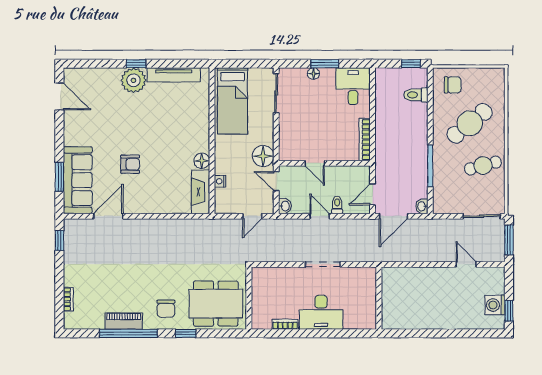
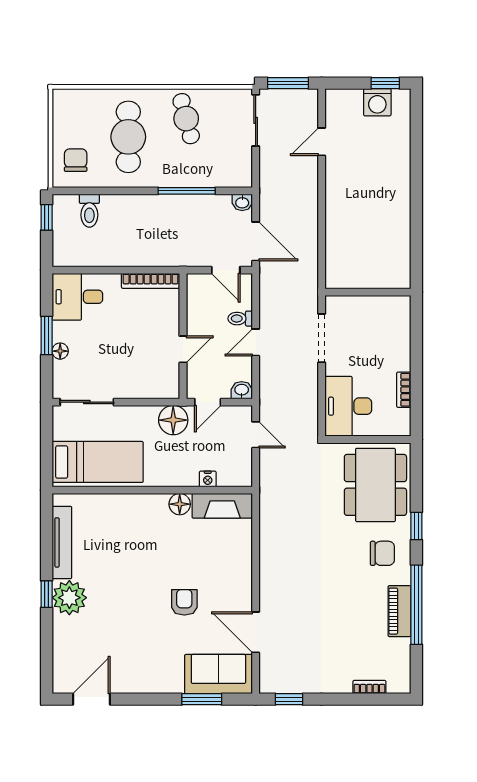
cafe table: (470, 123) -> (128, 137), turned 39
sofa: (78, 180) -> (218, 674), width x0.73
wall: (379, 298) -> (368, 292), moved
desk: (321, 312) -> (348, 406), moved, turned 180

